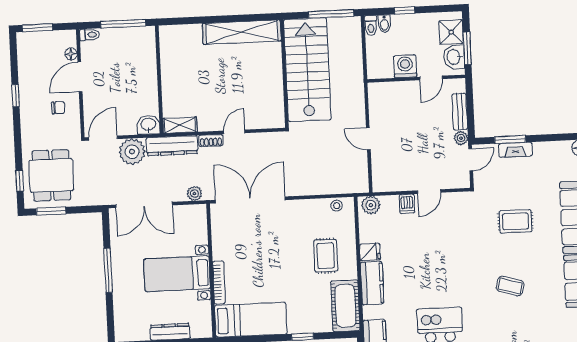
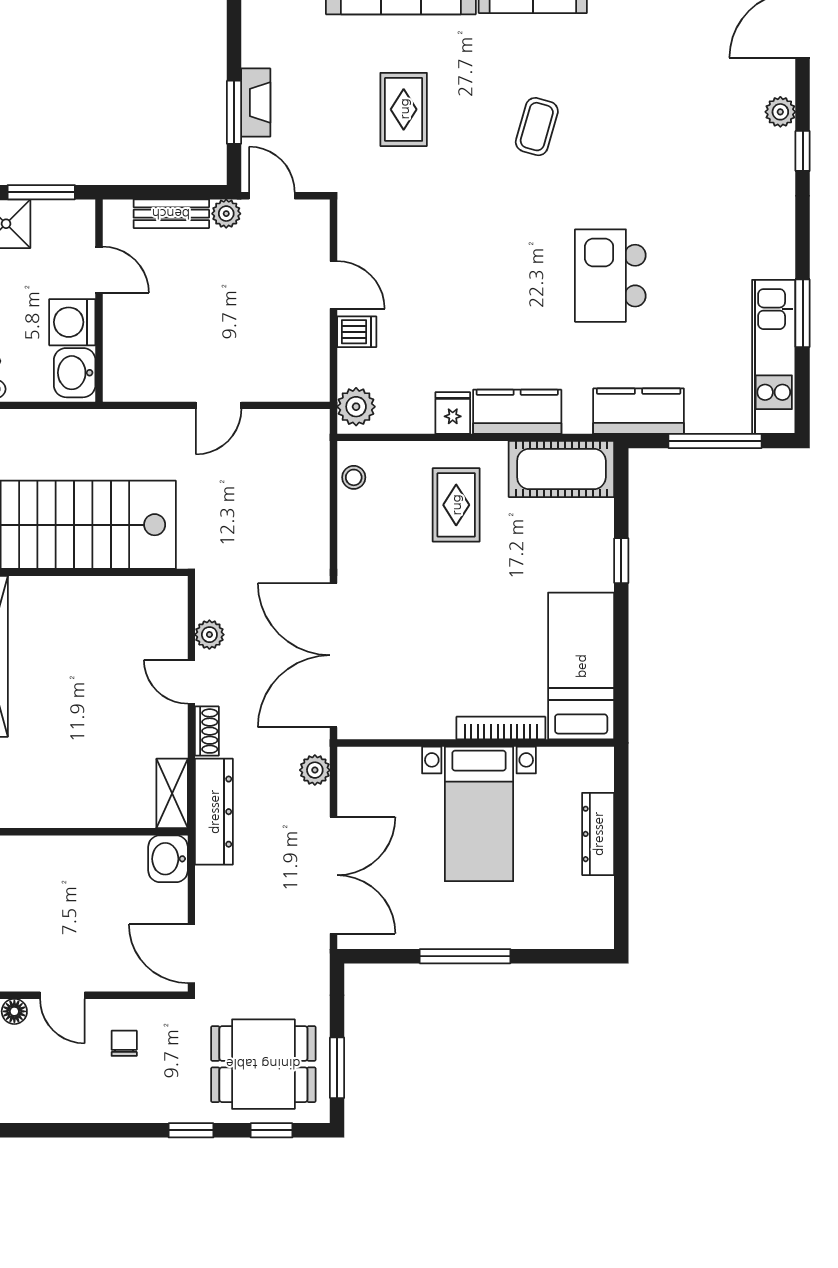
washbasin: (454, 57) -> (75, 373), moved, turned 90
door: (80, 77) -> (62, 995), width x0.73
window: (16, 96) -> (191, 1130), moved
plant: (132, 152) -> (209, 635), moved, width x0.53, depth x0.53
rug: (326, 256) -> (456, 505), turned 90

